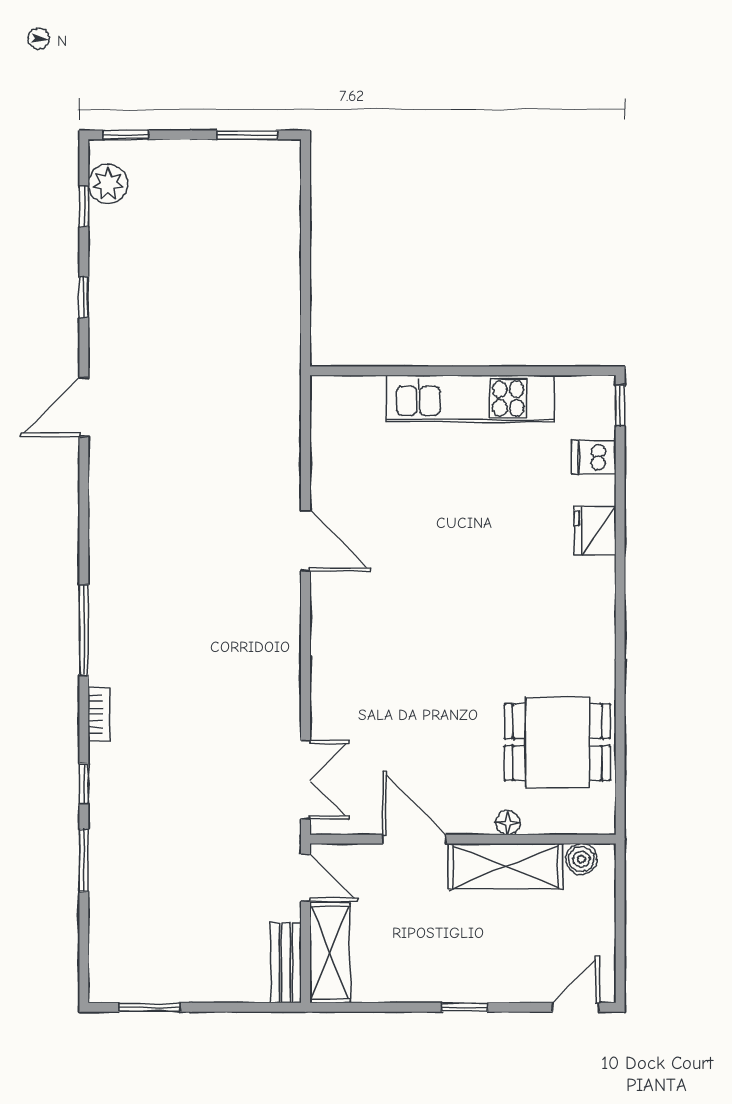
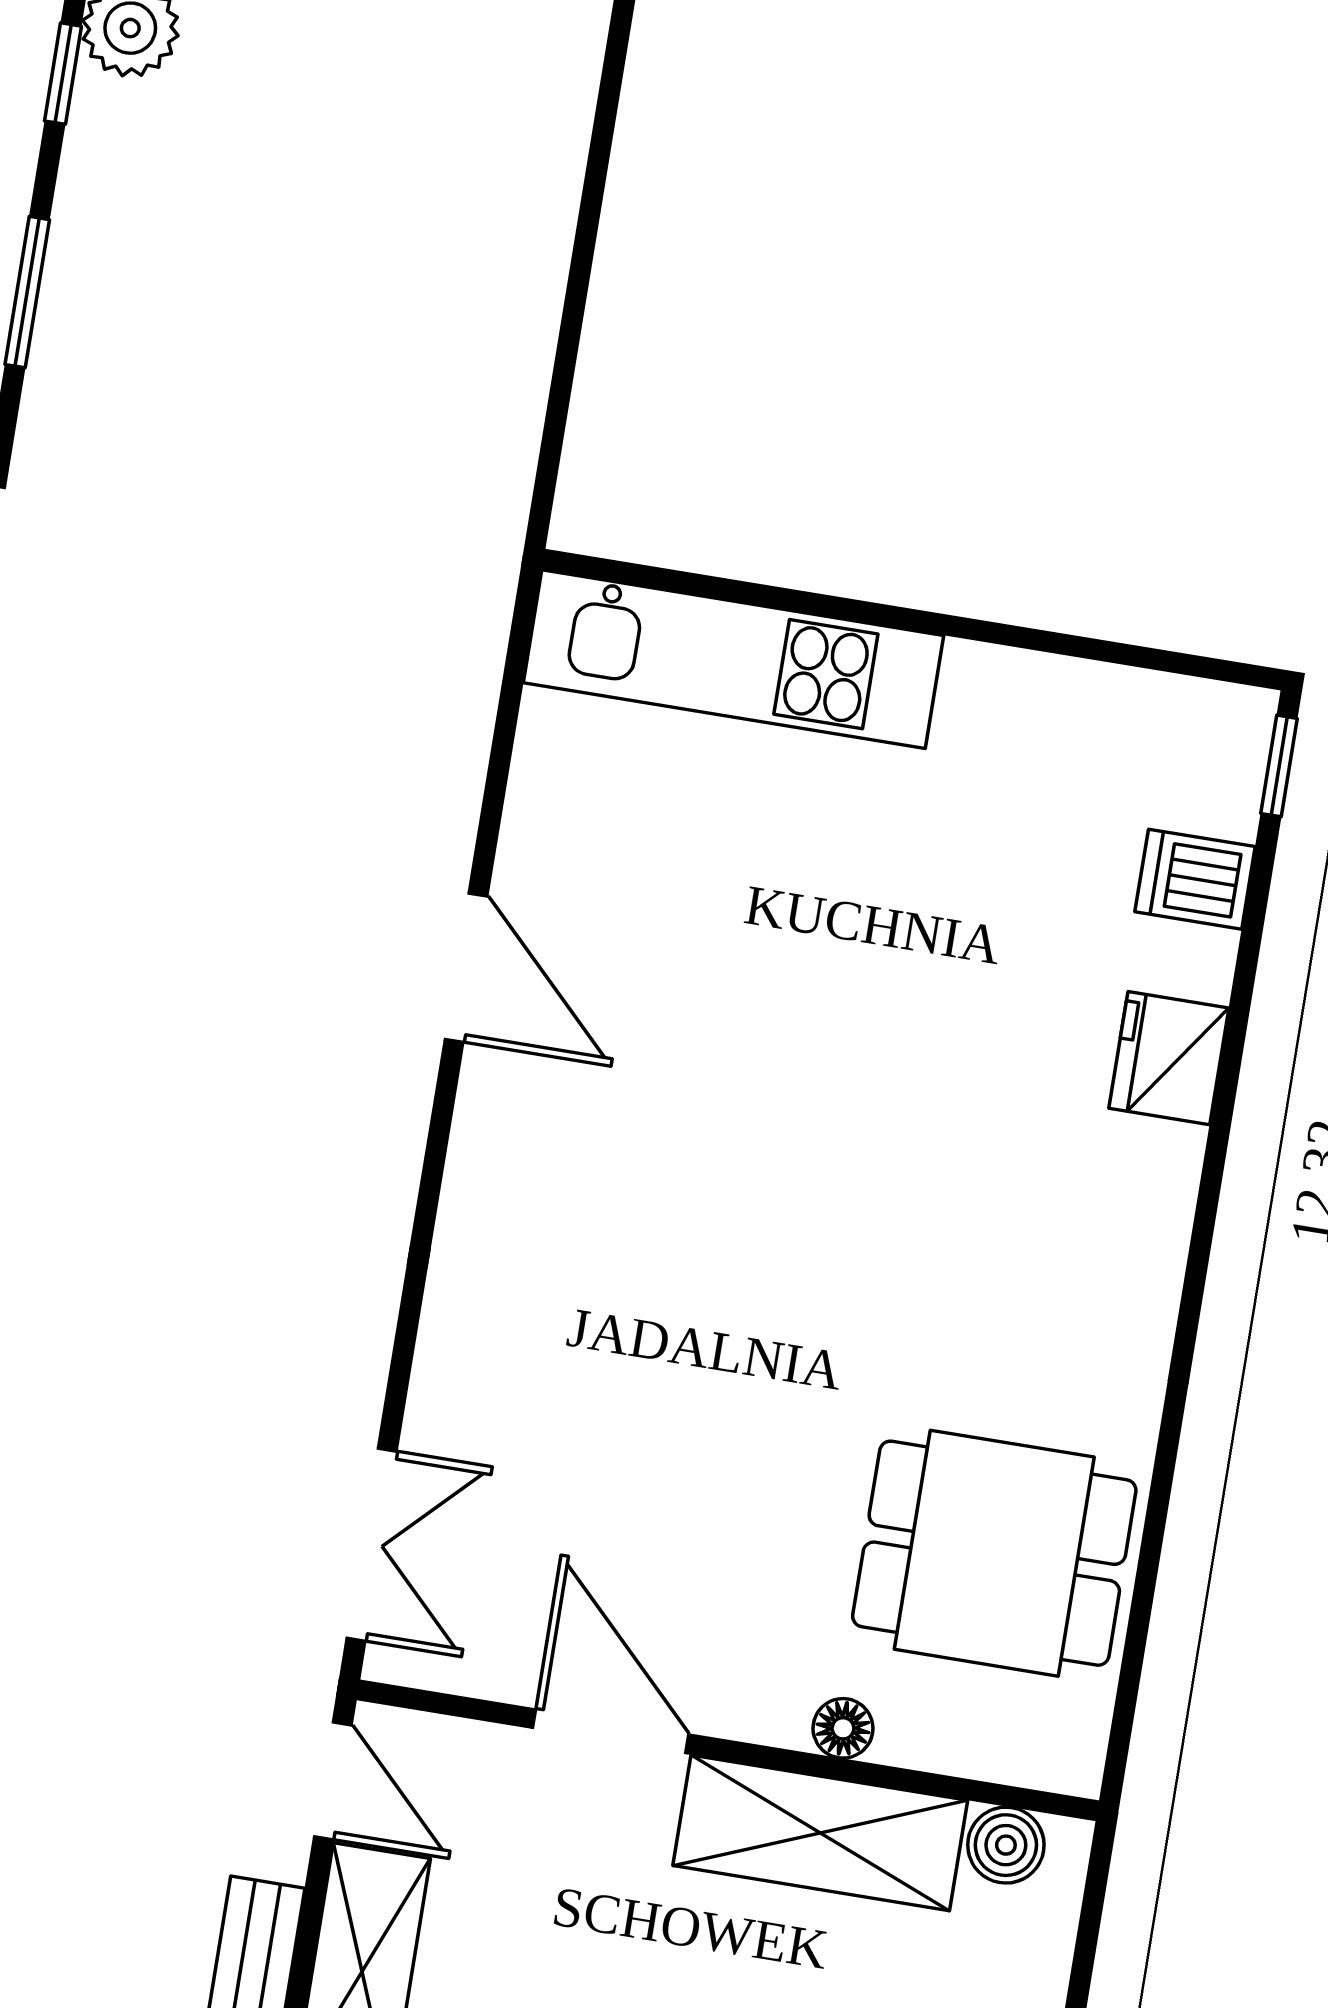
window: (84, 297) -> (27, 292), width x1.50
kitchen unit: (470, 399) -> (734, 659), moved

